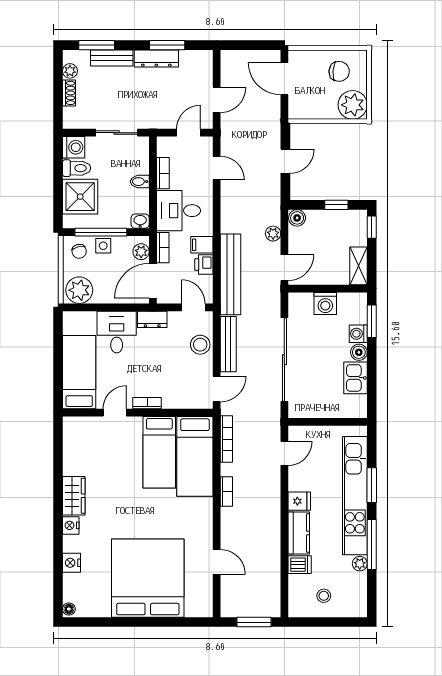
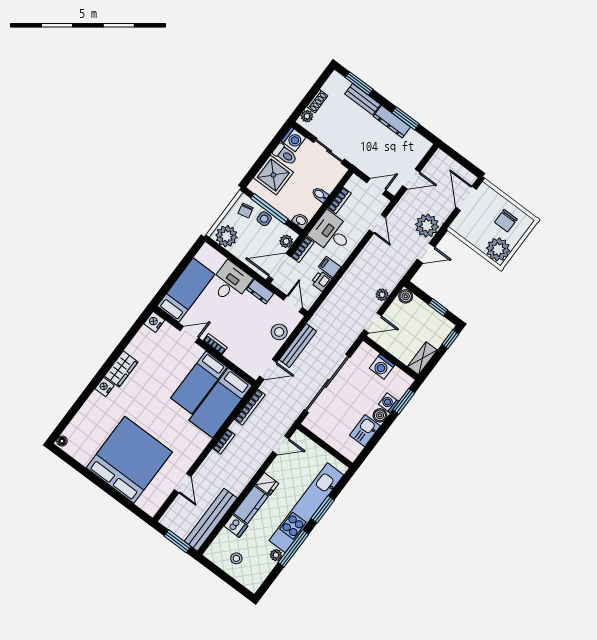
plant: (70, 71) -> (307, 116), moved
chair: (339, 71) -> (506, 221), turned 86
plant: (266, 134) -> (427, 226), added
bench: (231, 274) -> (211, 520), moved
nightstand: (72, 563) -> (154, 322), moved

